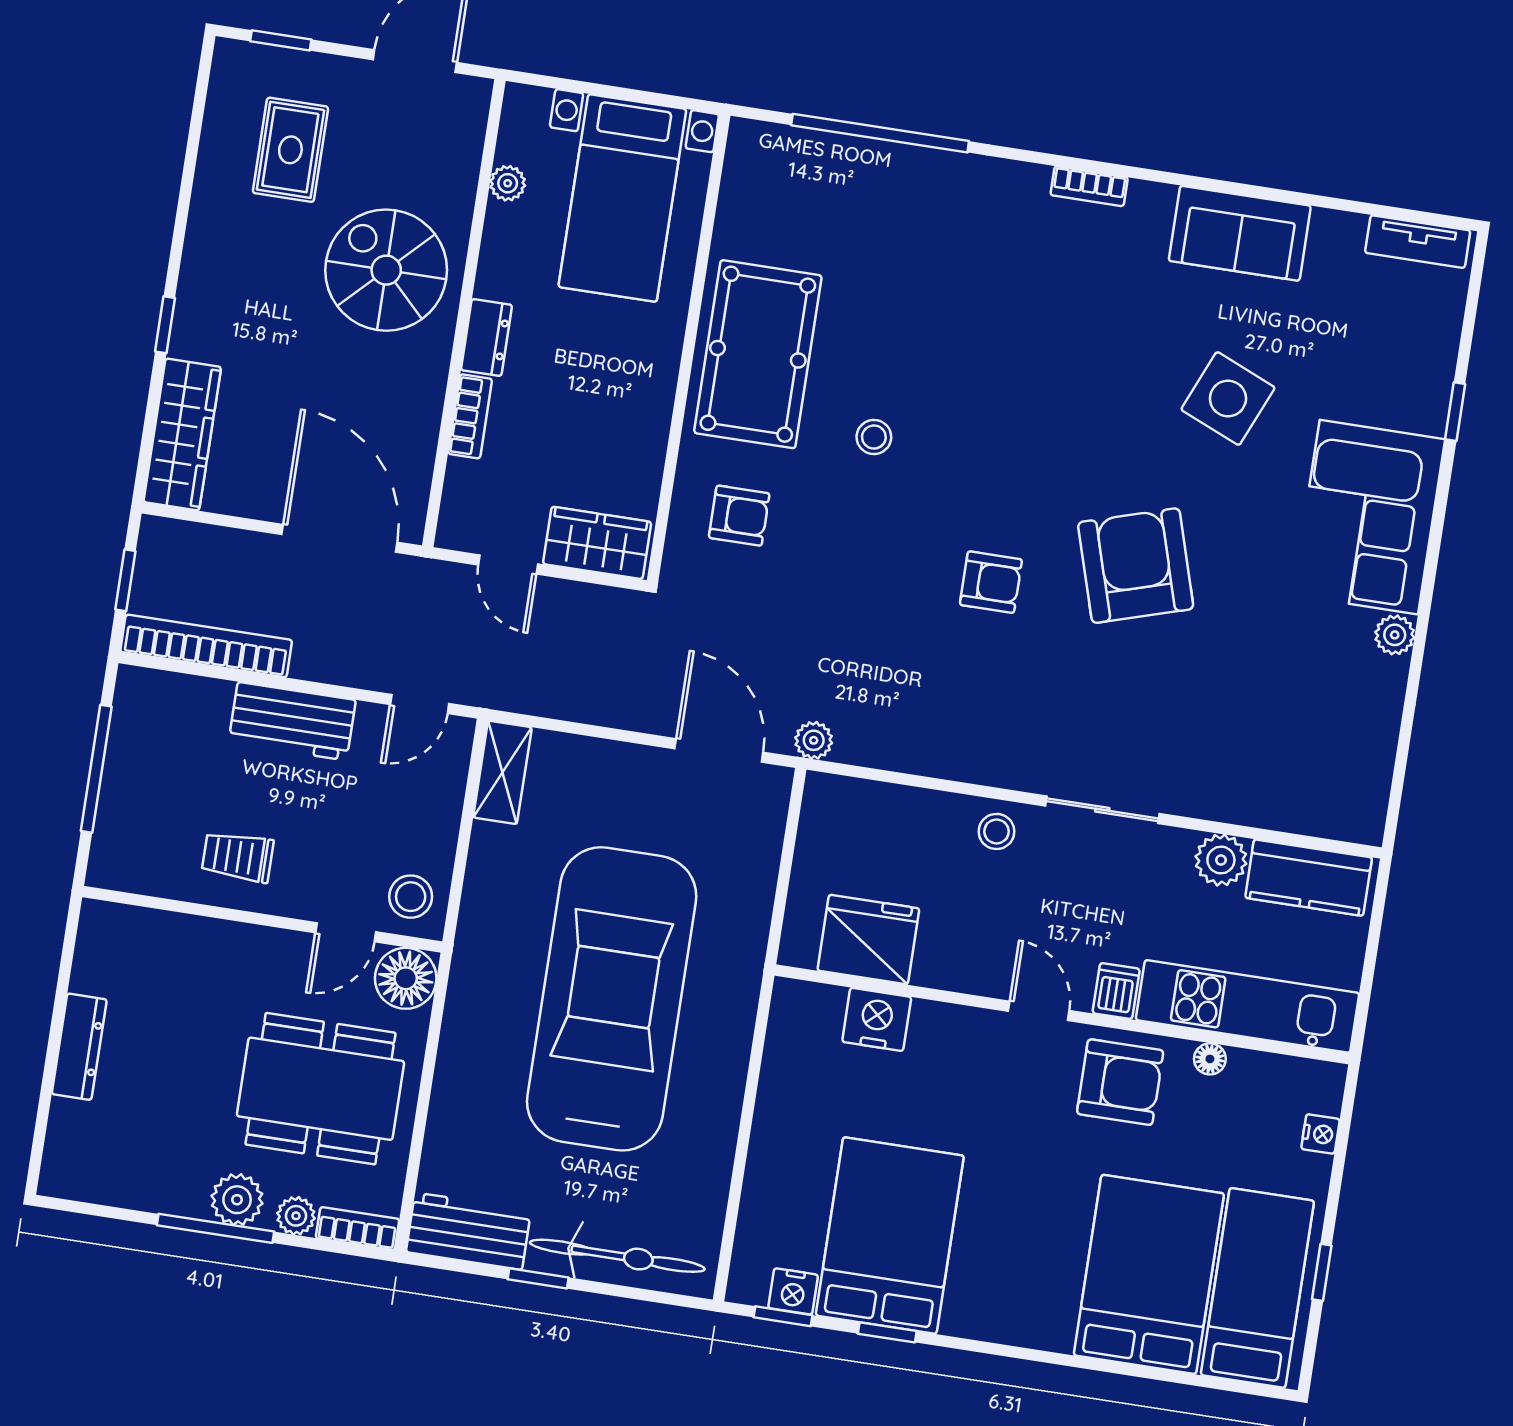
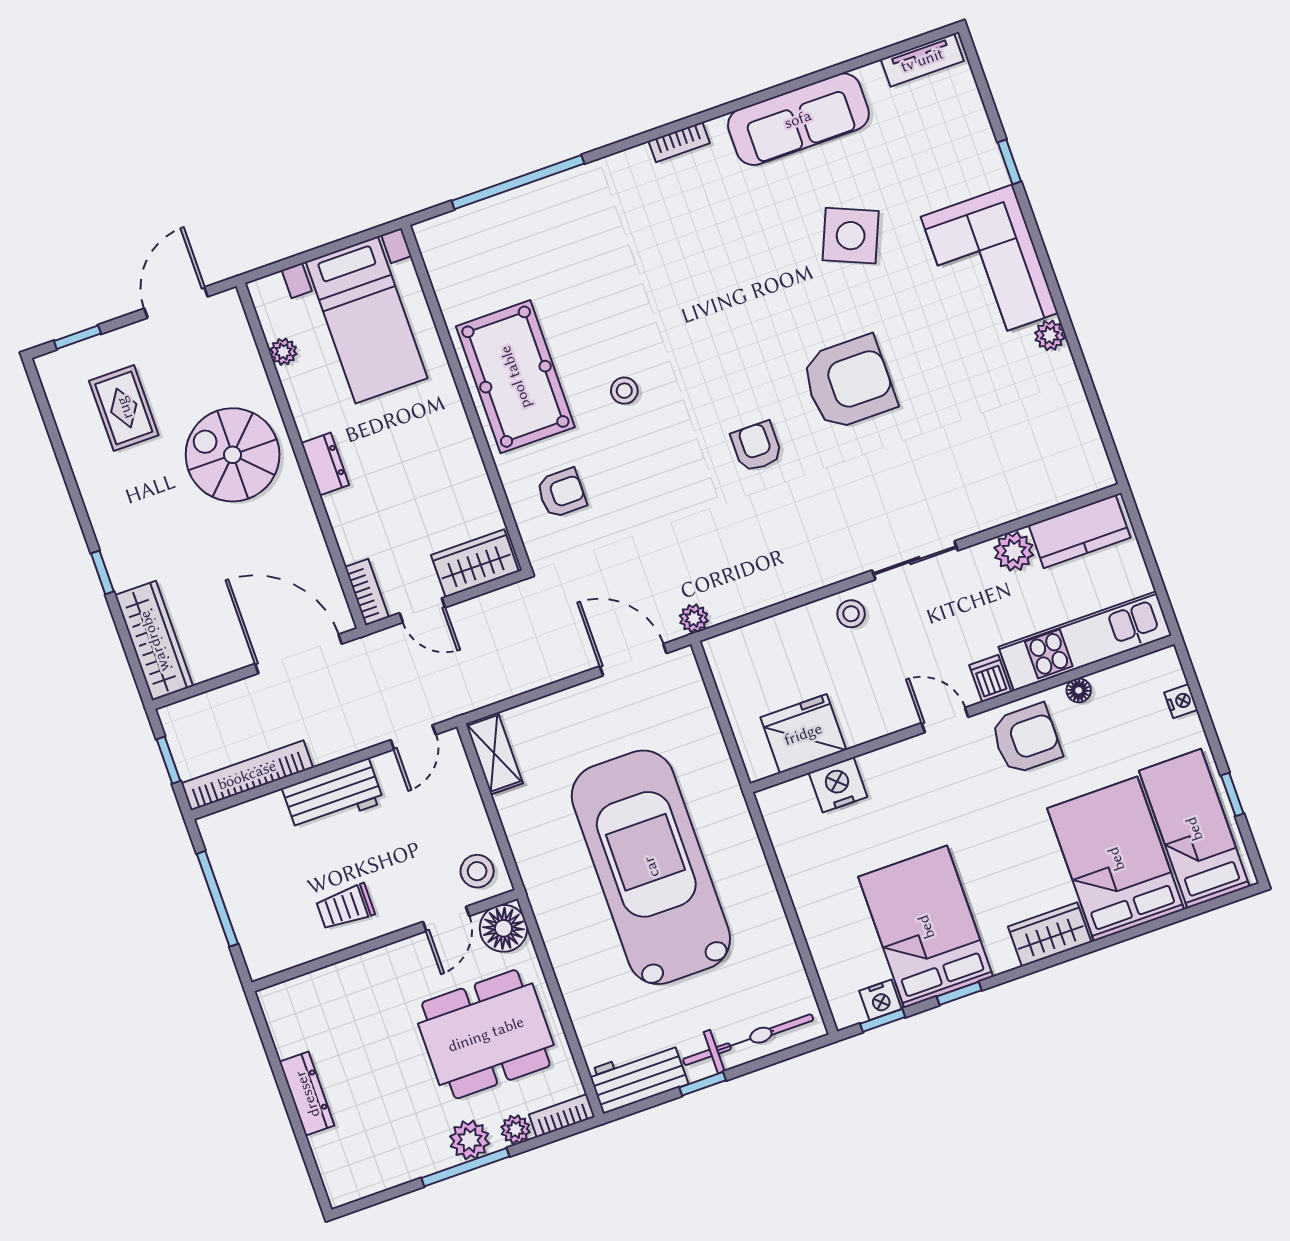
sofa: (1240, 233) -> (798, 119), width x1.36
bookcase: (470, 416) -> (367, 592), moved
armchair: (1136, 566) -> (849, 383), turned 107
armchair: (991, 582) -> (757, 447), turned -90
wardrobe: (1027, 1320) -> (1050, 934), added

